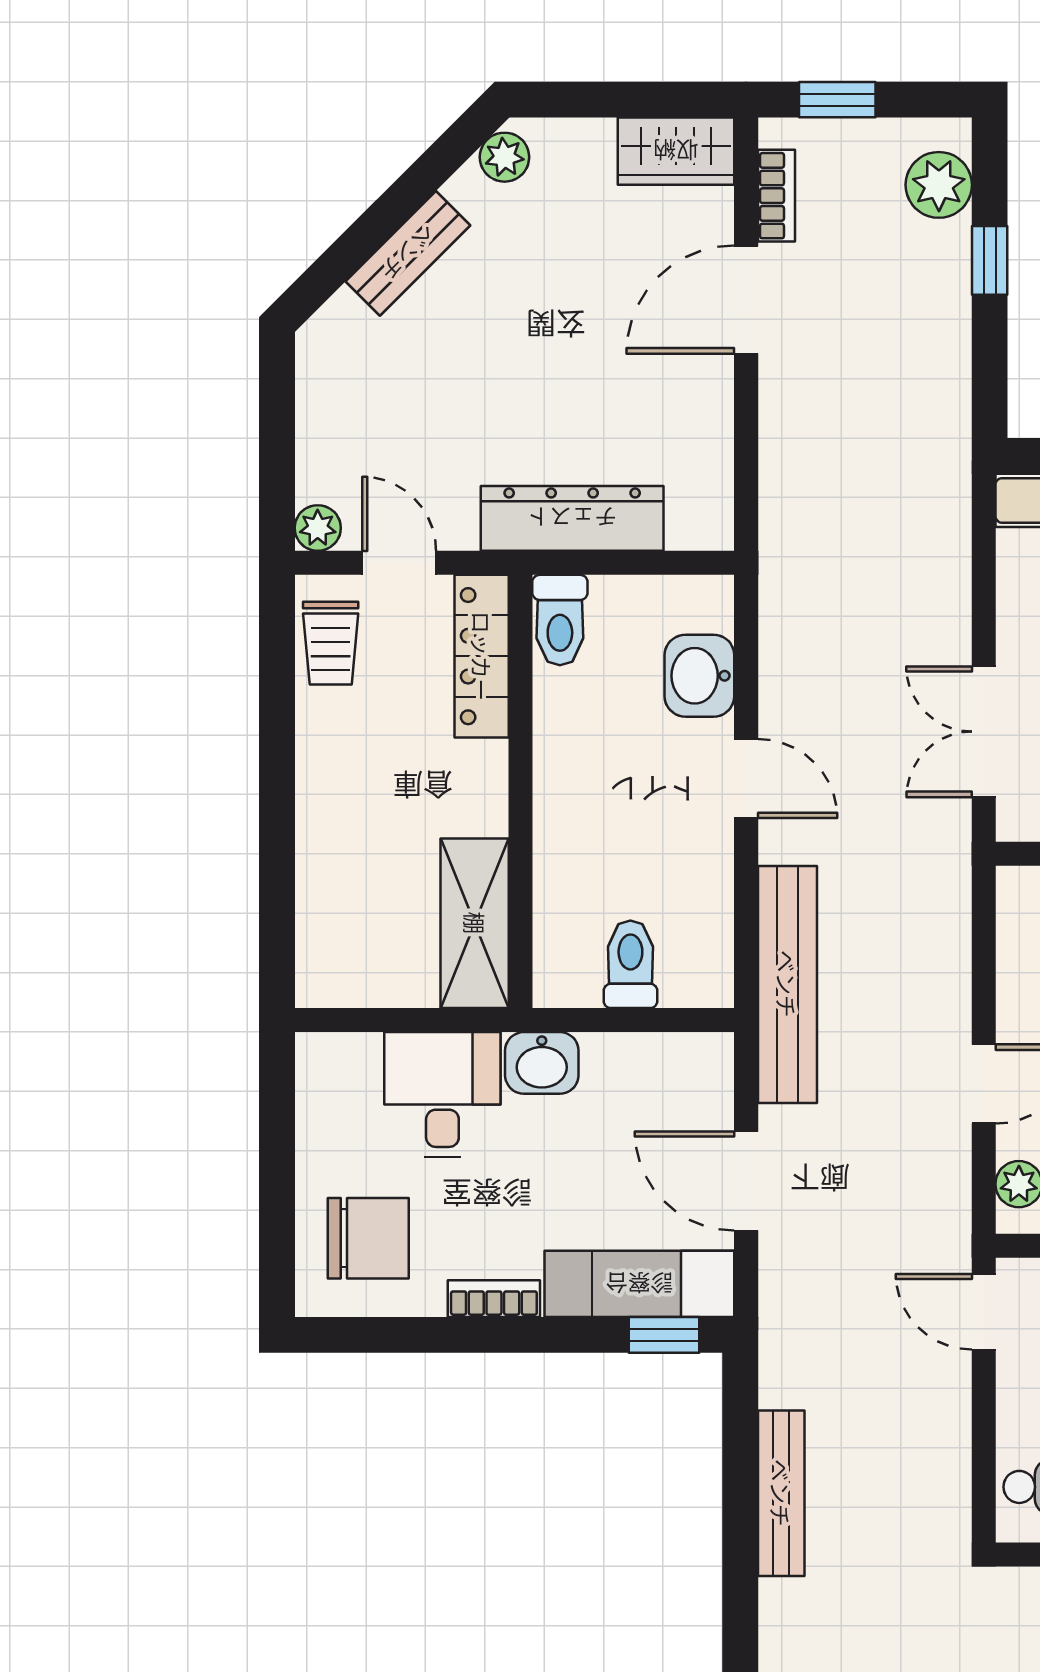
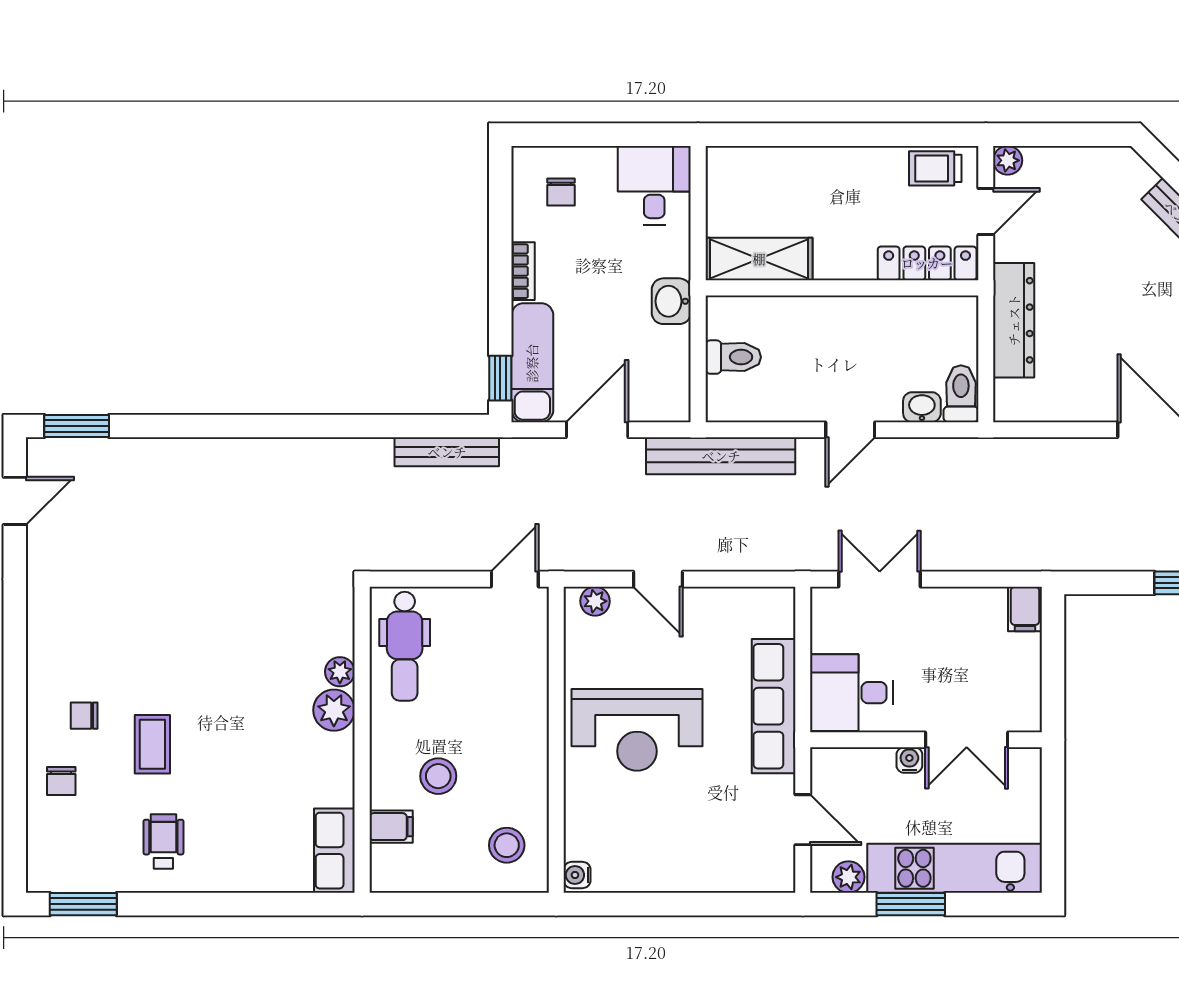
toilet: (560, 620) -> (961, 394), moved, turned 90
washbasin: (699, 676) -> (922, 407), width x0.72, depth x0.69
desk: (442, 1095) -> (654, 185), moved, turned -90
chair: (368, 1238) -> (561, 192), width x0.54, depth x0.54
bench: (781, 1493) -> (447, 452), moved

